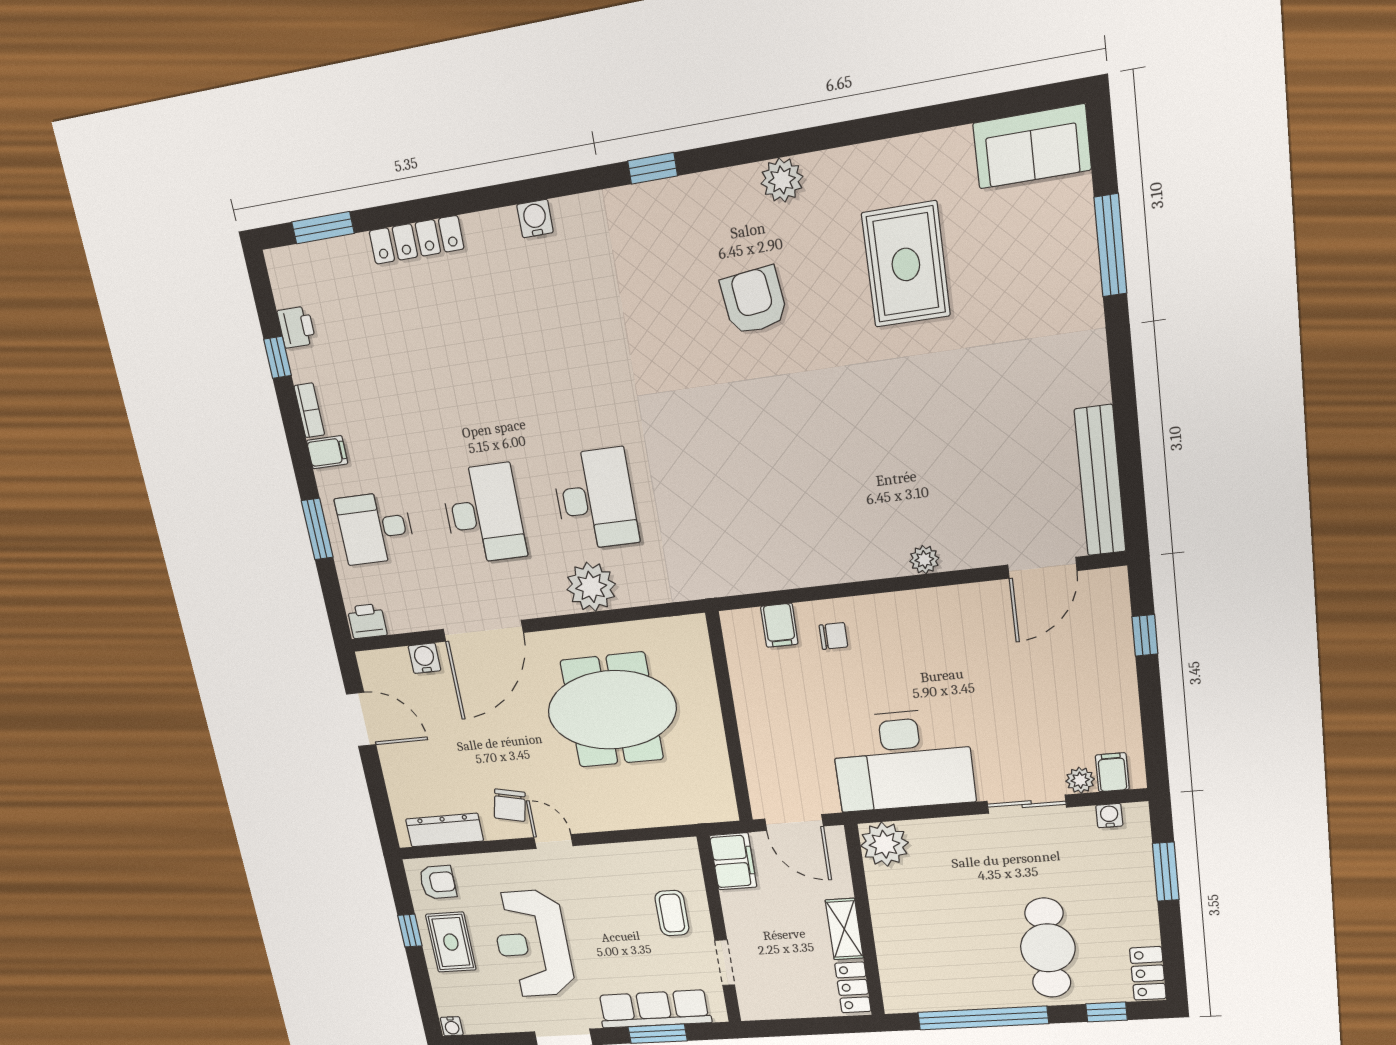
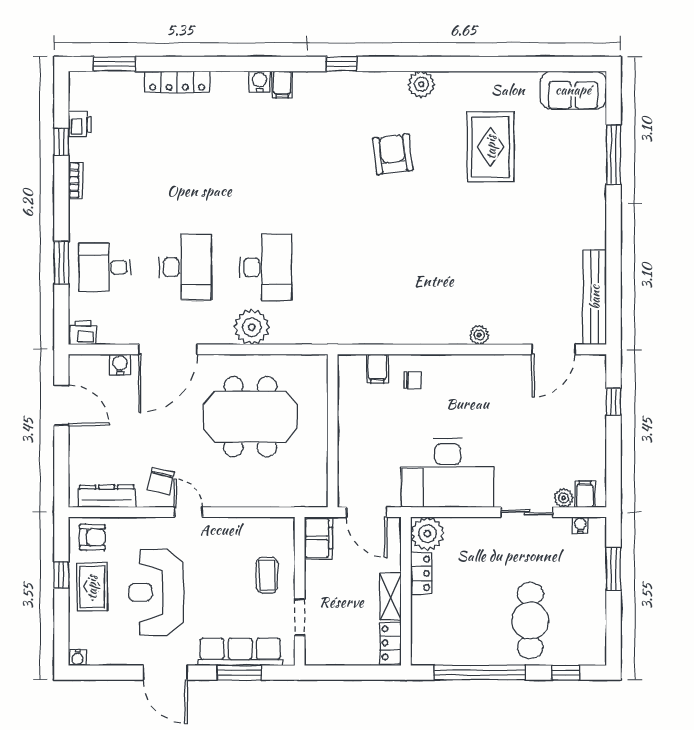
filing cabinet: (327, 452) -> (282, 84), moved, turned 90
locker: (1148, 973) -> (421, 573), moved, turned 180

